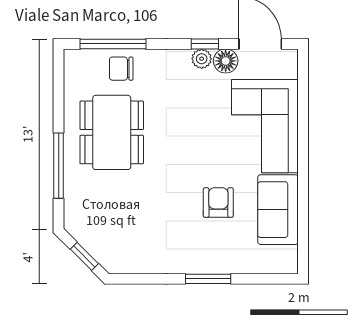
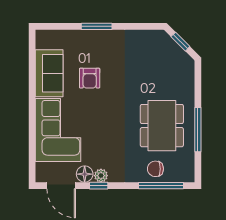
chair: (121, 69) -> (155, 169), turned 180
window: (59, 166) -> (198, 130), moved

